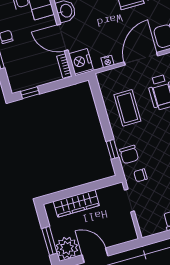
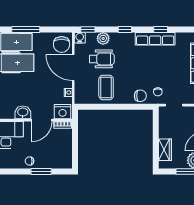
window: (30, 93) -> (75, 155), removed
coffee table: (127, 108) -> (106, 87), turned 90
window: (112, 149) -> (133, 107), removed
wardrobe: (76, 203) -> (165, 150), width x0.67

